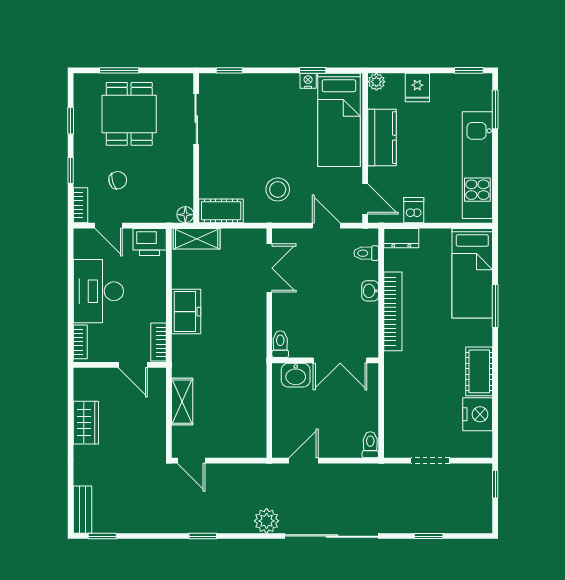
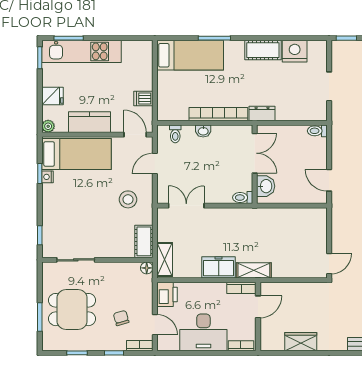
kitchen unit: (477, 165) -> (81, 51), moved
door: (365, 199) -> (135, 135), hinge flipped
door: (109, 226) -> (155, 325), hinge flipped
dresser: (401, 238) -> (262, 113), moved, turned -90
shelving: (182, 402) -> (254, 270), moved

